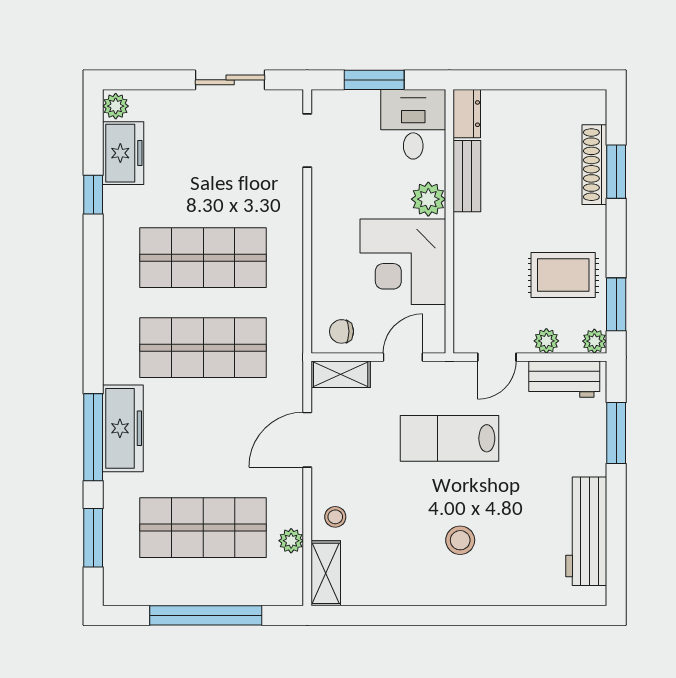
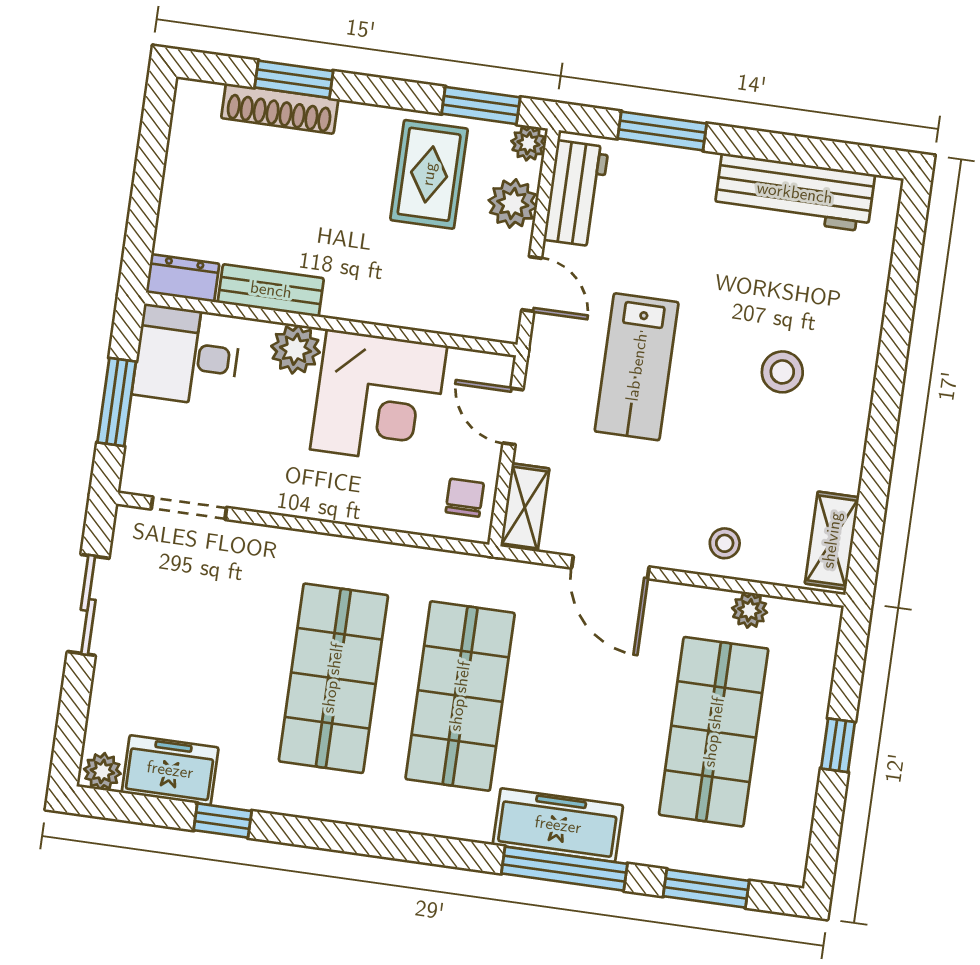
chair: (342, 331) -> (465, 498), turned 180
plant: (546, 341) -> (513, 203), width x1.38, depth x1.38
shelving: (326, 573) -> (832, 540), moved, turned 90
window: (206, 615) -> (838, 745), width x0.32

